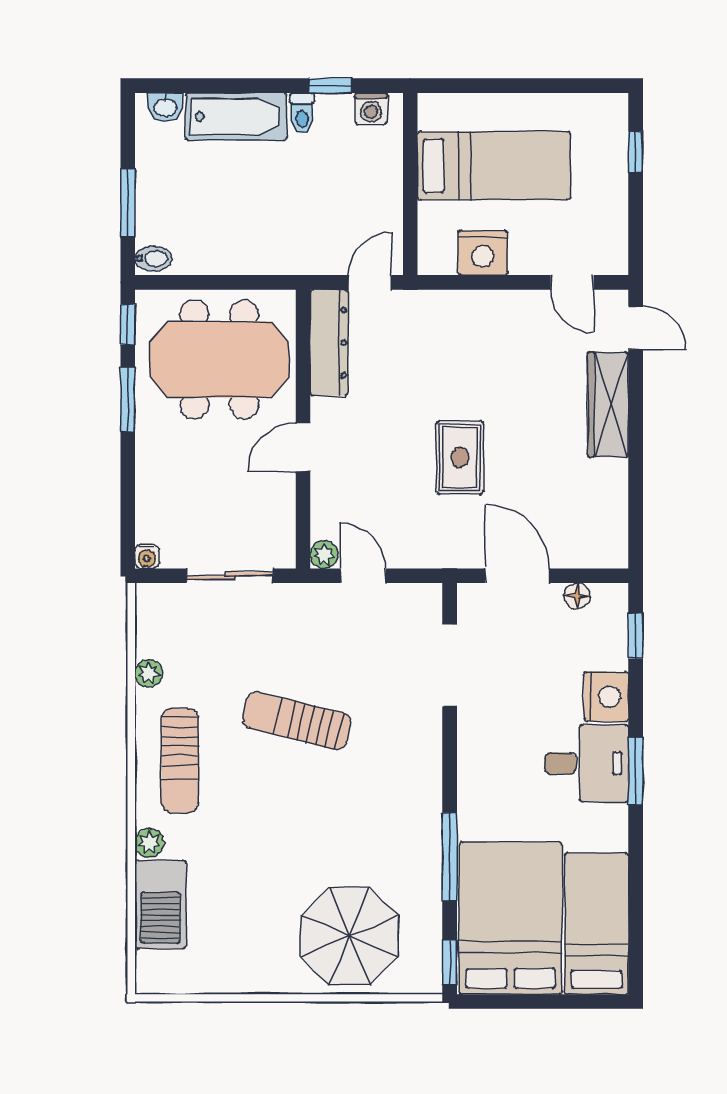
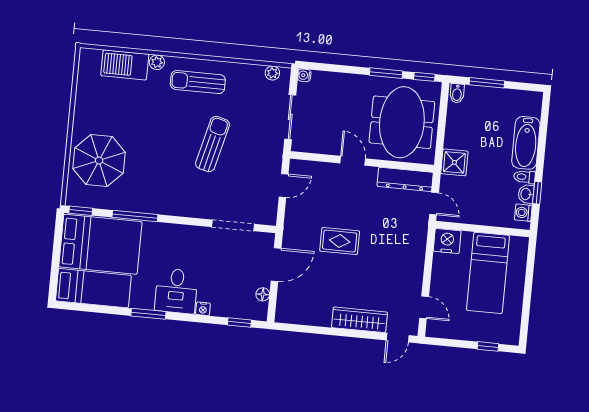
washbasin: (165, 107) -> (526, 194), moved
shower: (287, 251) -> (454, 162), added
nightstand: (483, 253) -> (447, 241), moved, turned 90
door: (572, 282) -> (424, 307), swing flipped
plant: (324, 555) -> (296, 166), removed
plant: (149, 673) -> (272, 73), moved
nightstand: (606, 697) -> (203, 309), width x0.53, depth x0.56
window: (636, 771) -> (148, 314), moved

